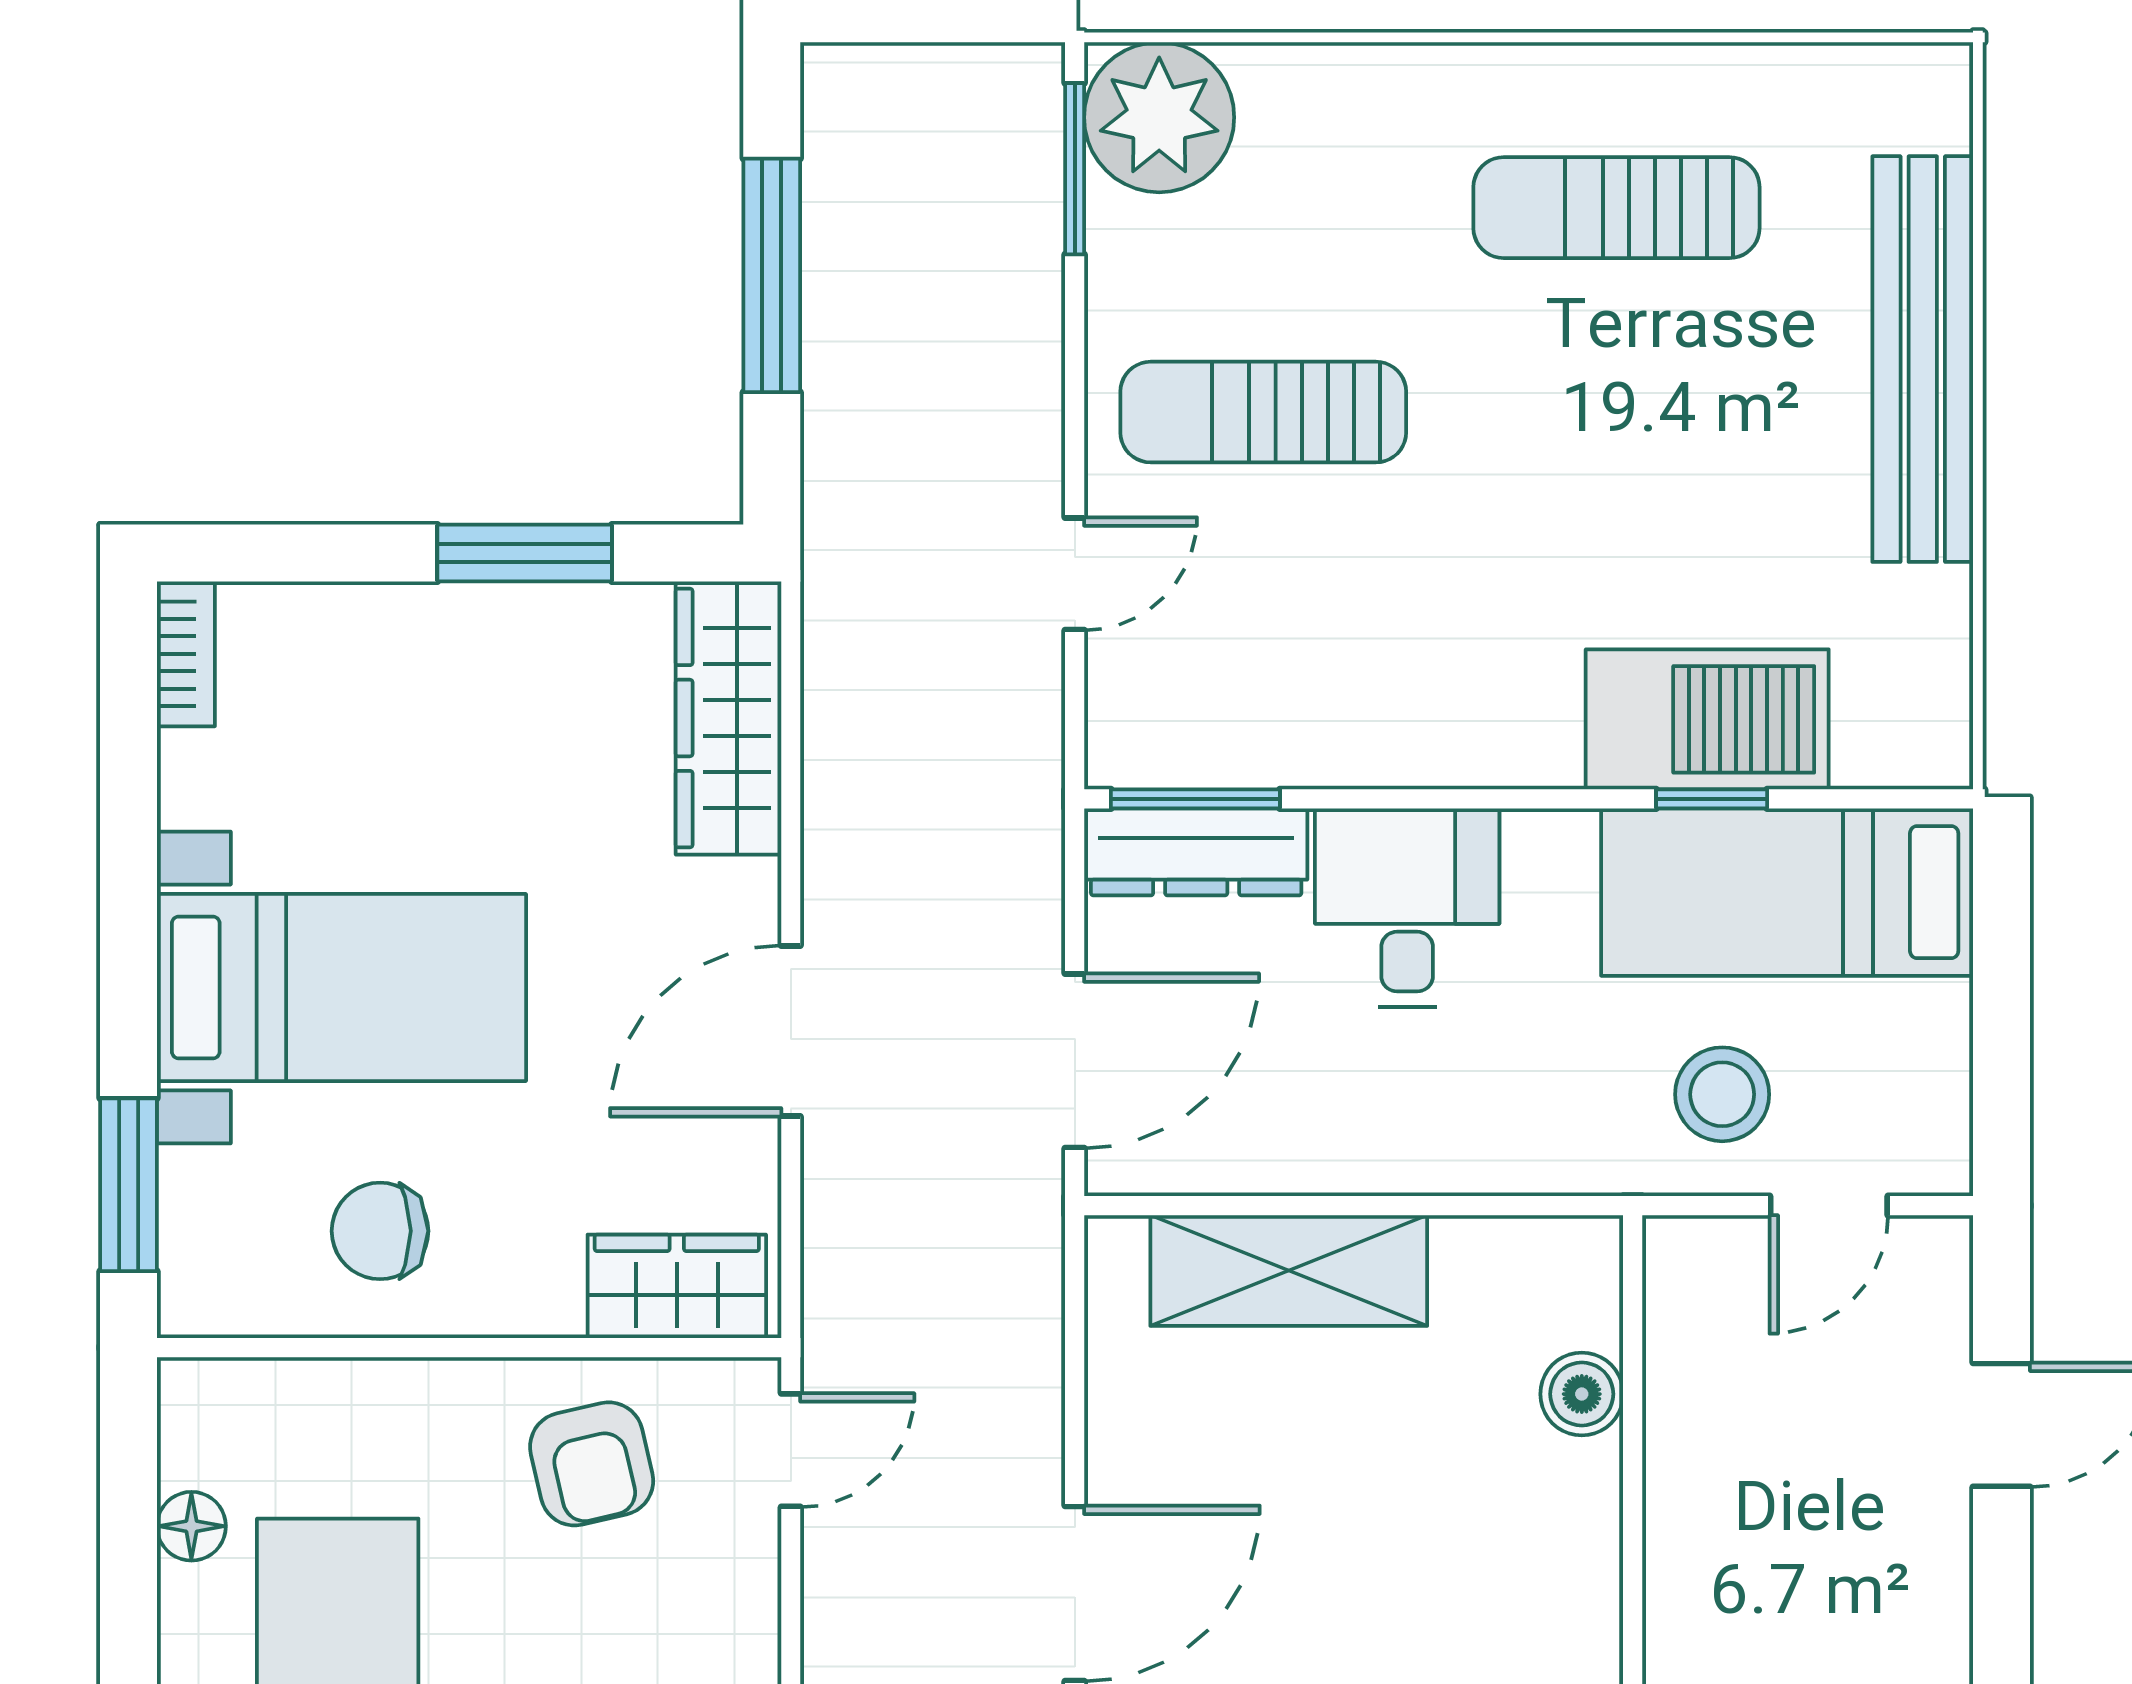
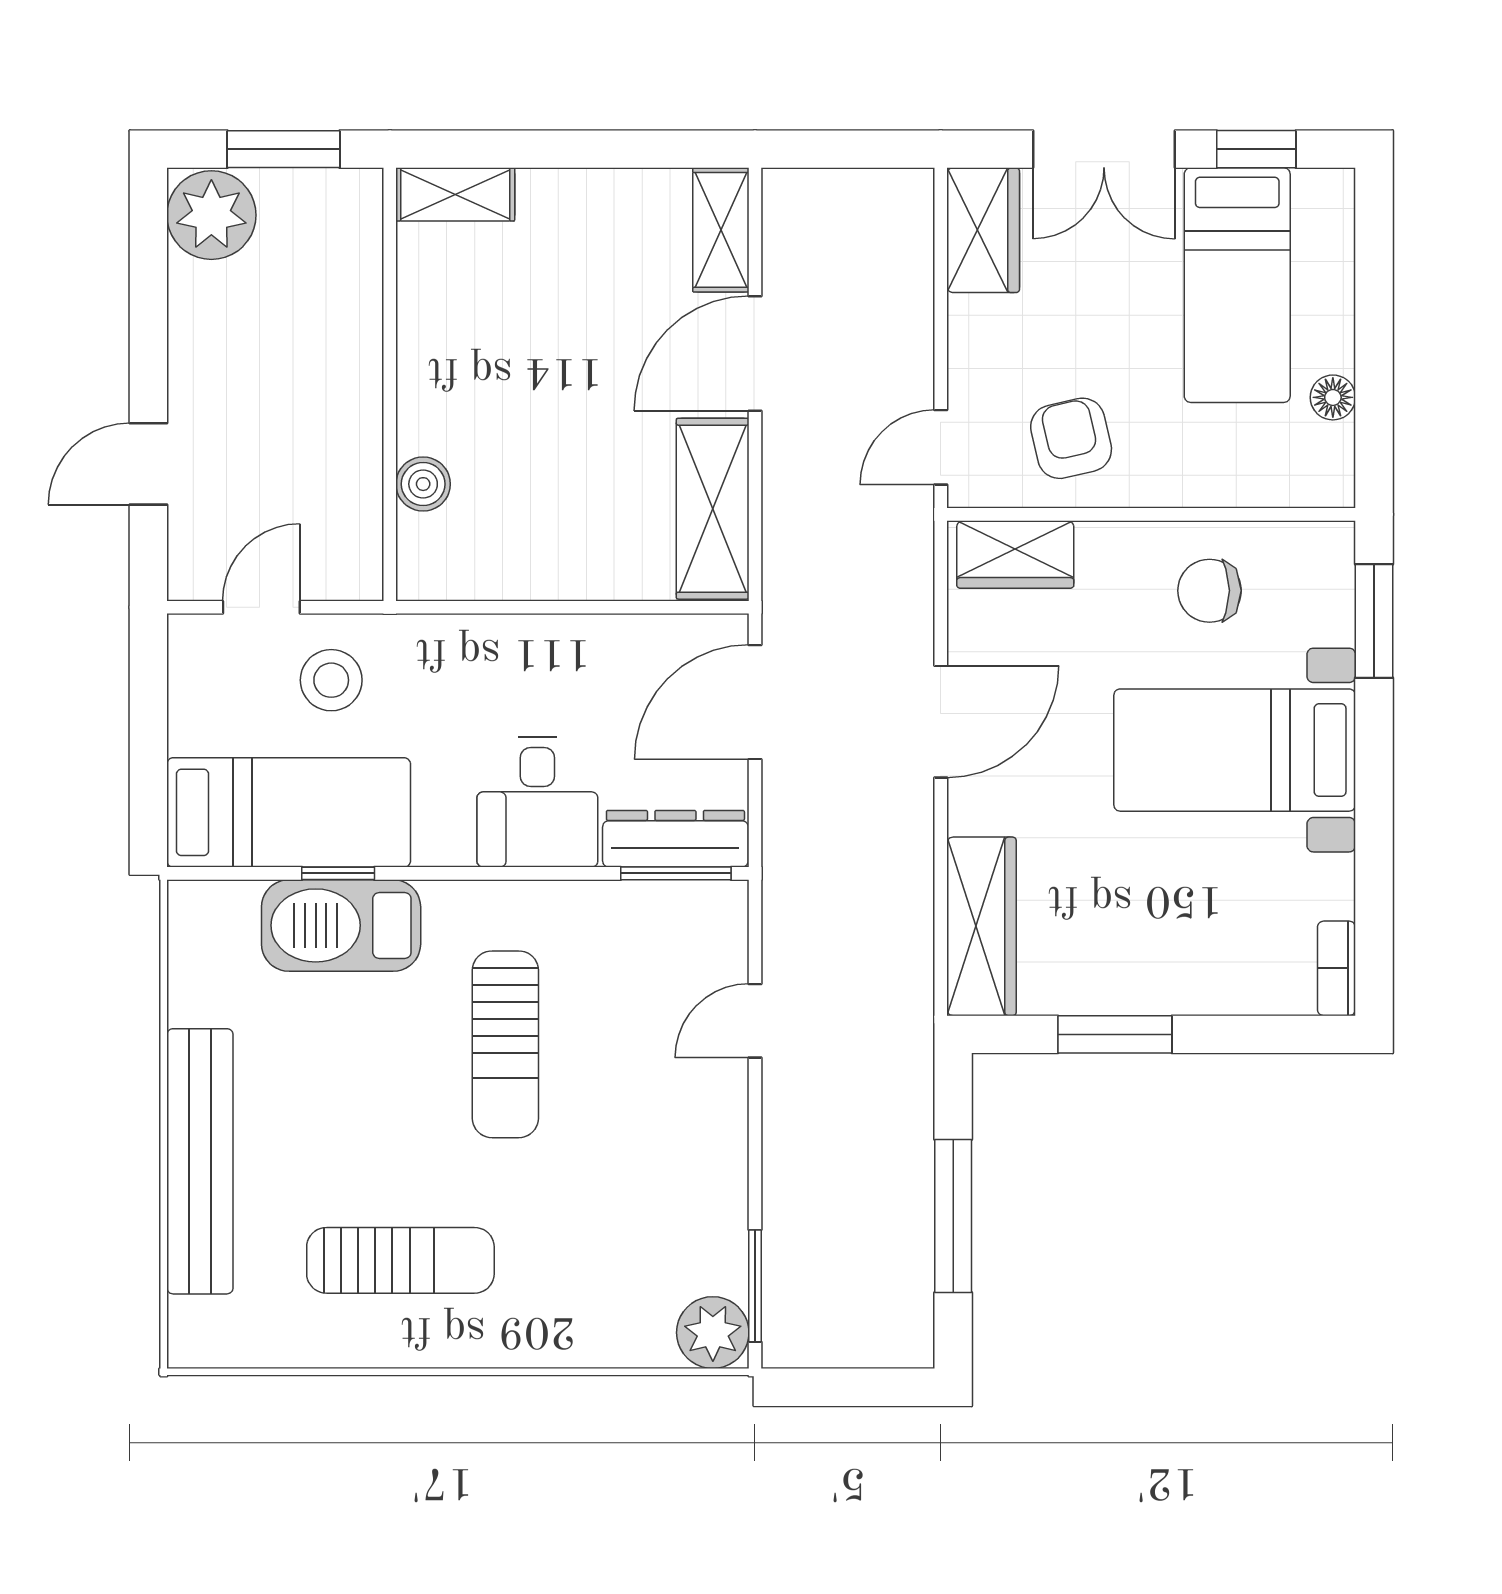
plant: (1159, 117) -> (713, 1333), width x0.73, depth x0.73
sun lounger: (1263, 412) -> (505, 1044), moved, turned 90
chair: (380, 1231) -> (1210, 591), turned 180
shelving: (1289, 1271) -> (713, 509), moved, turned 90

